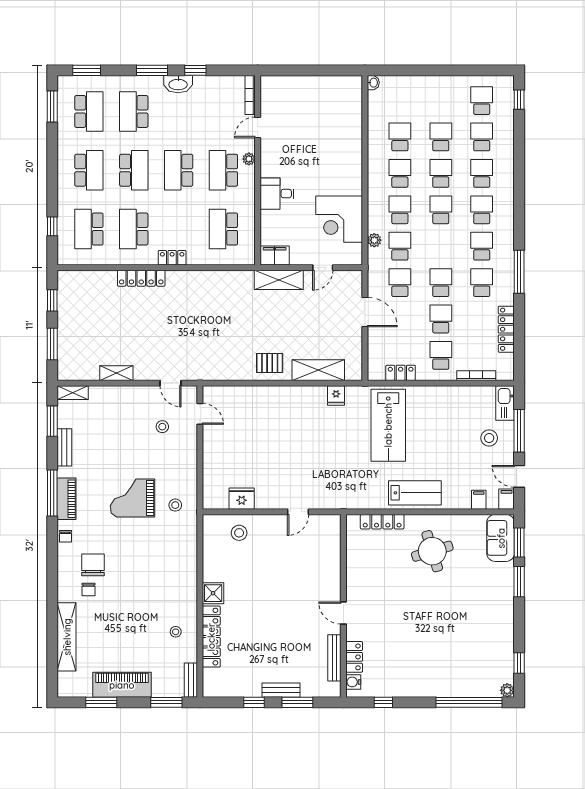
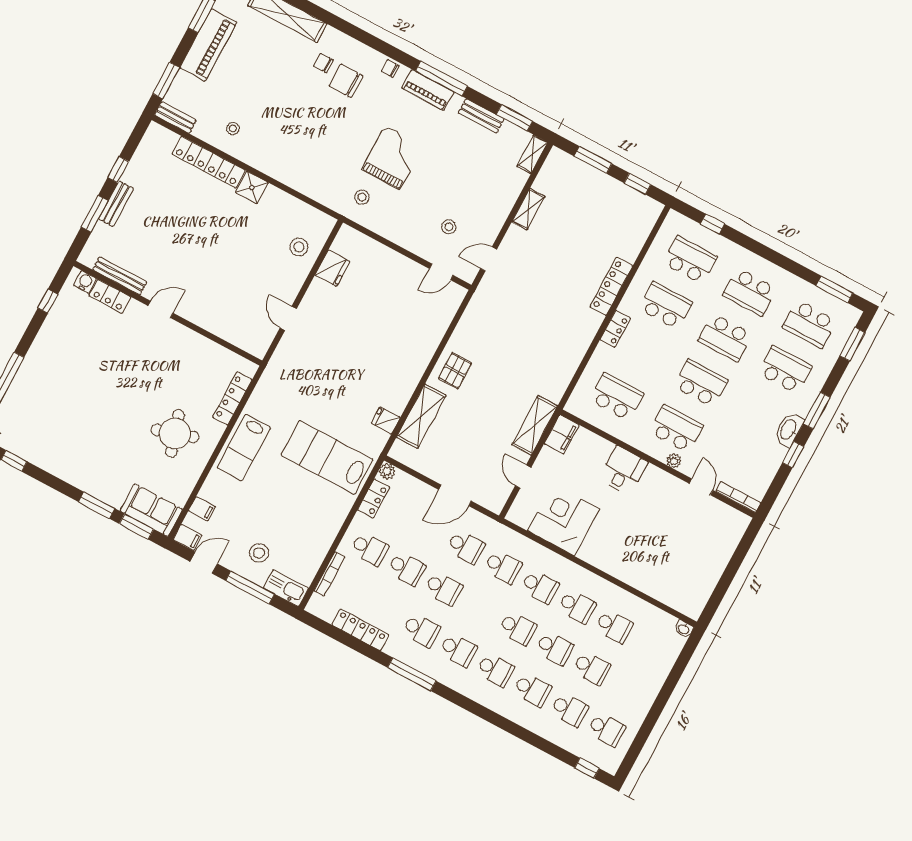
plant: (374, 240) -> (387, 471), moved
chair: (93, 565) -> (346, 81), turned 180

